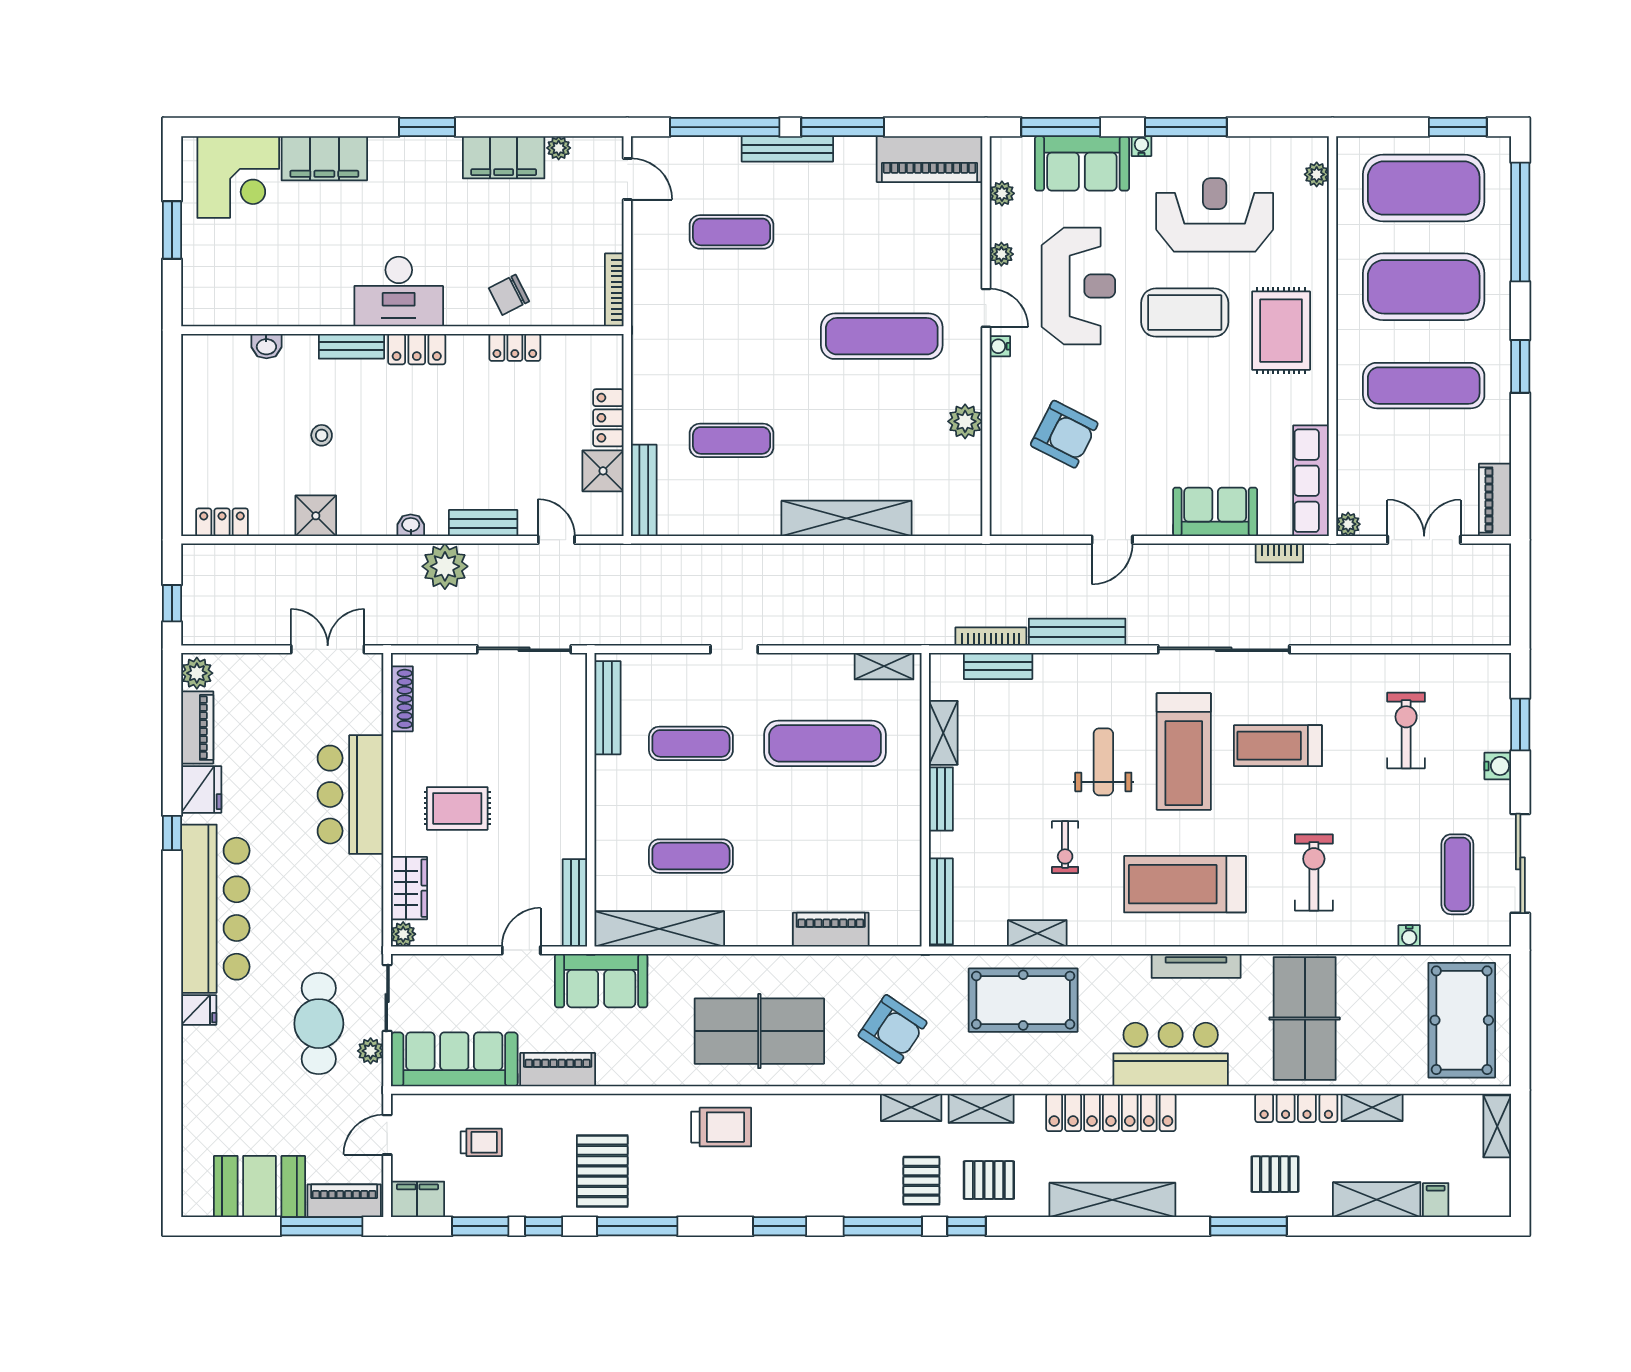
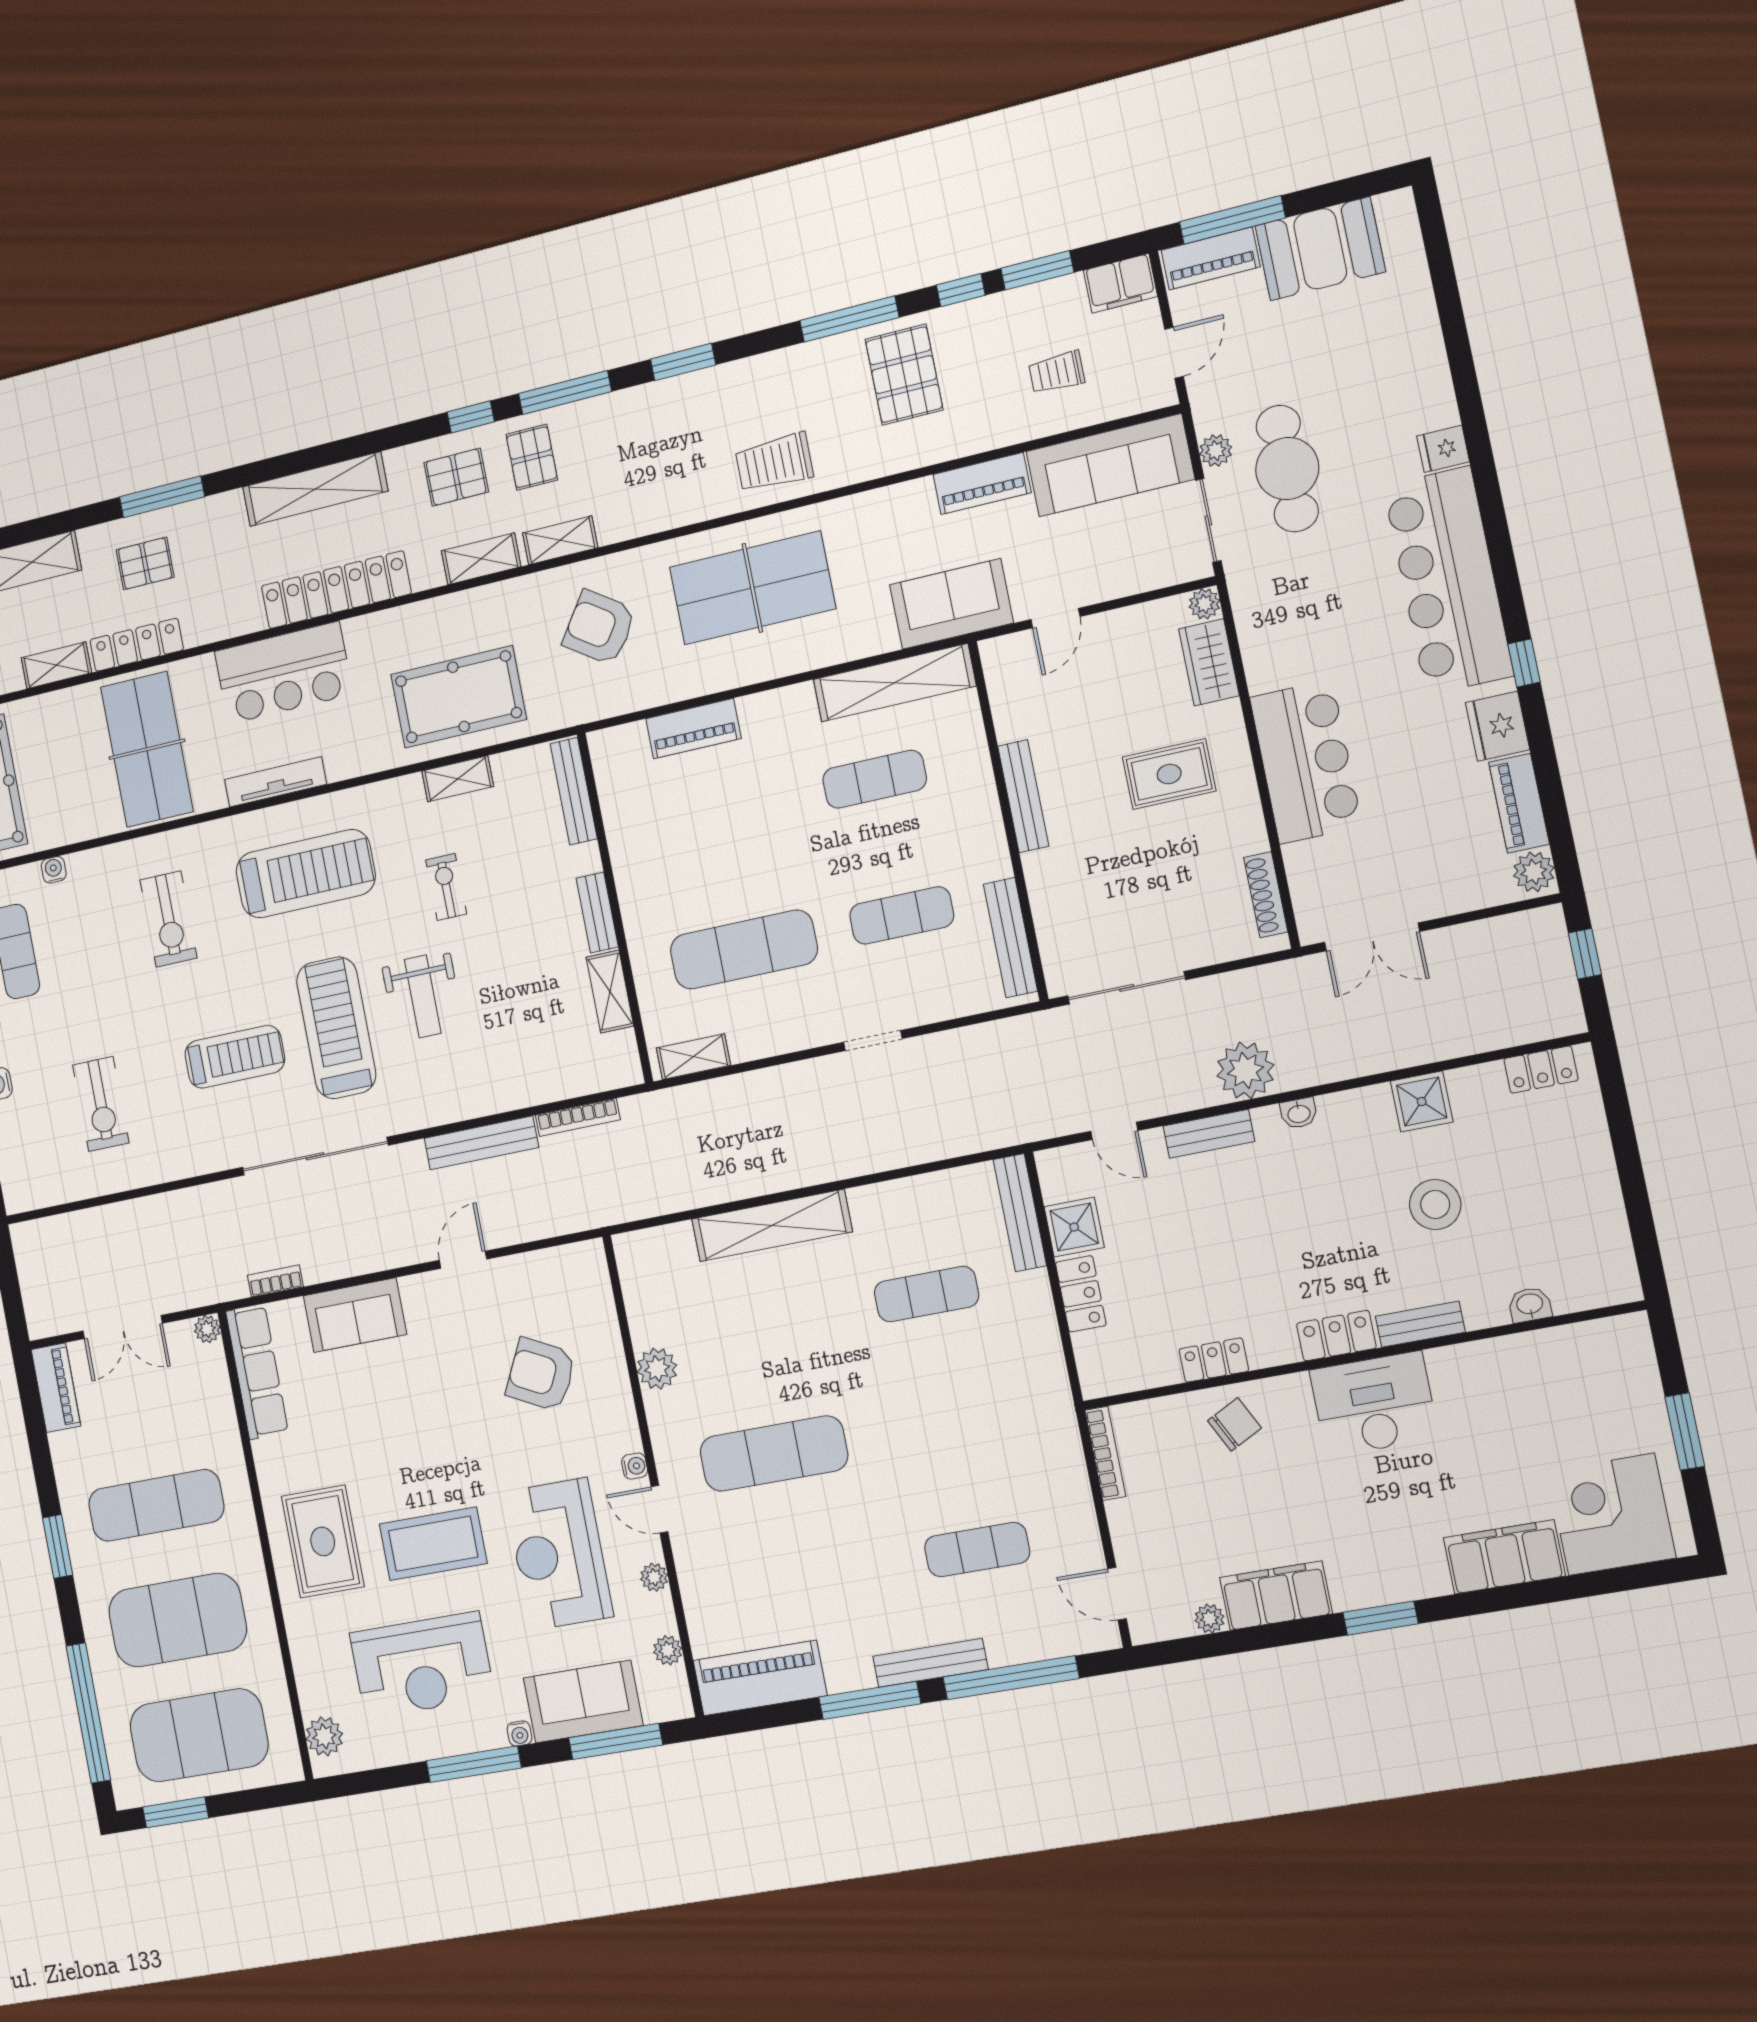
plant: (1317, 174) -> (324, 1736), width x1.38, depth x1.38
stool: (322, 435) -> (1435, 1204), width x1.89, depth x1.89
bench: (998, 666) -> (563, 1084), removed
bench: (575, 903) -> (1023, 796), moved

